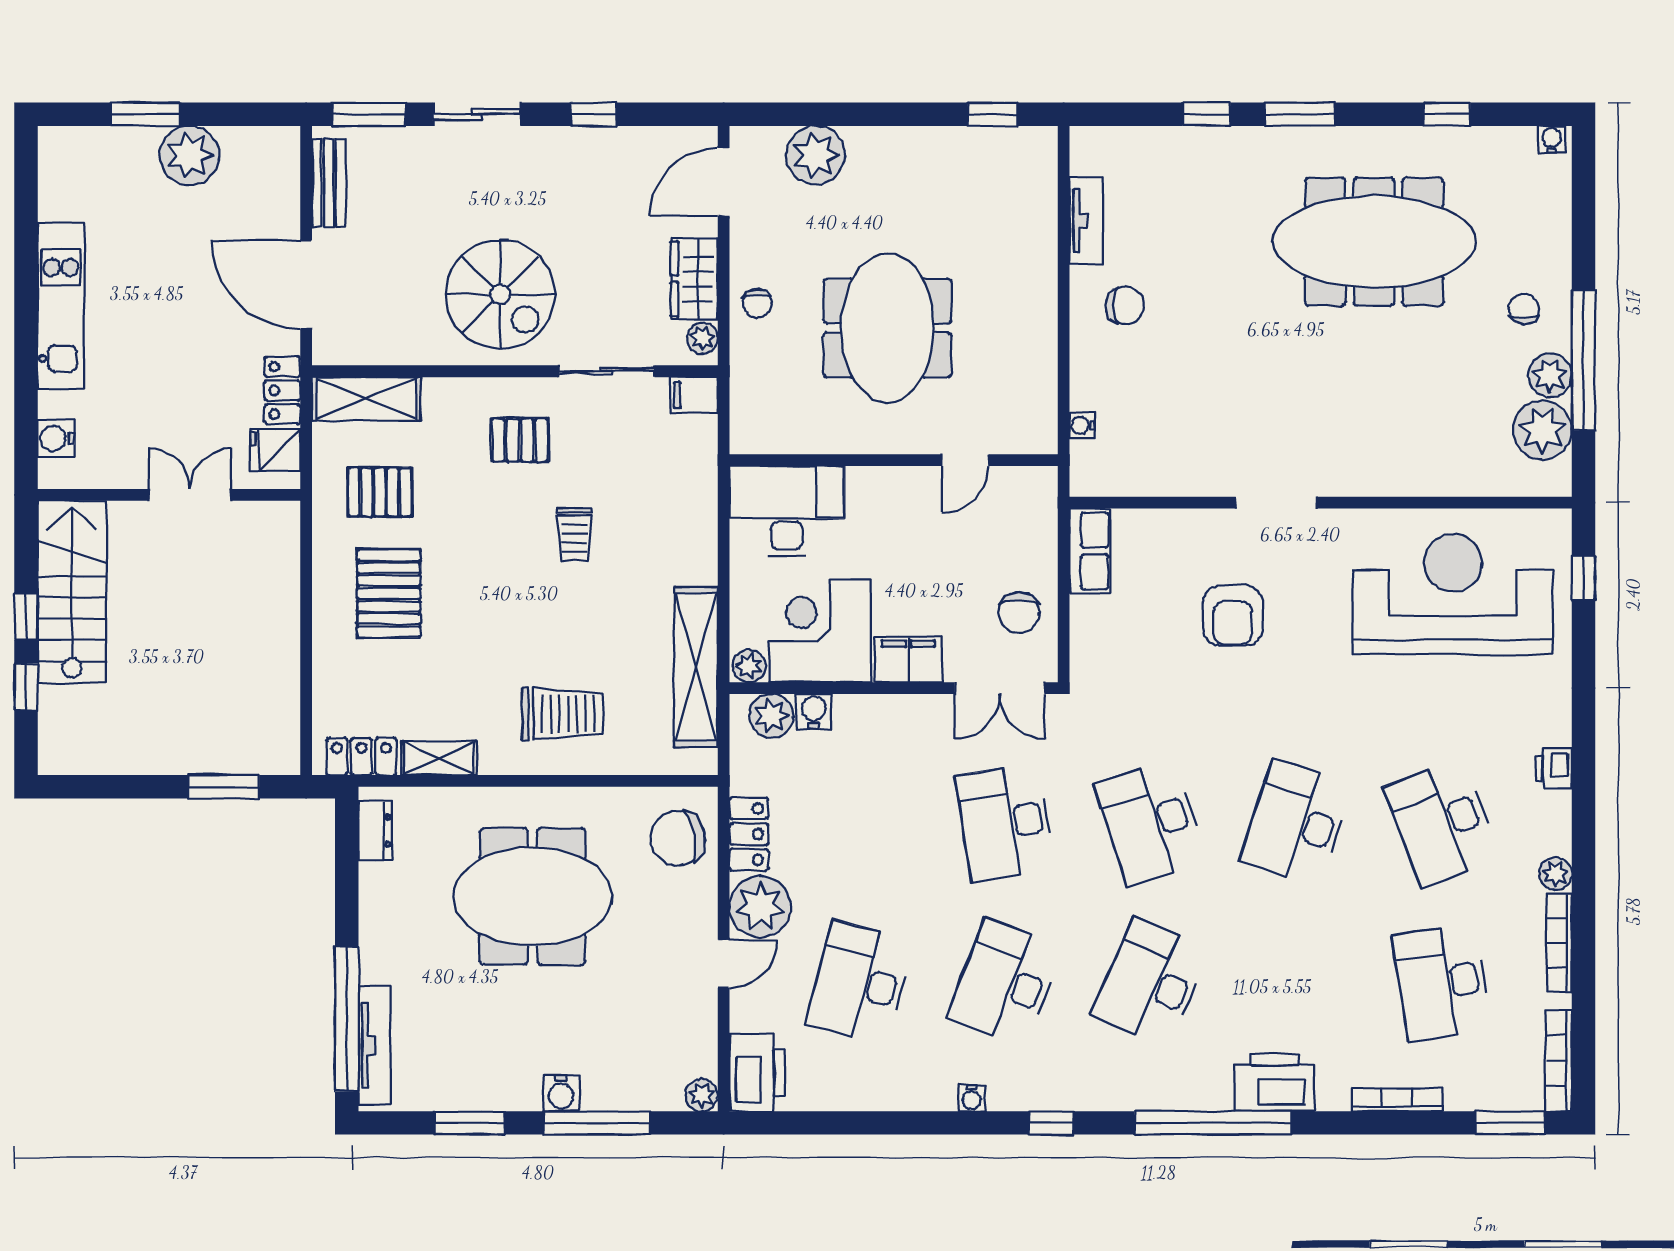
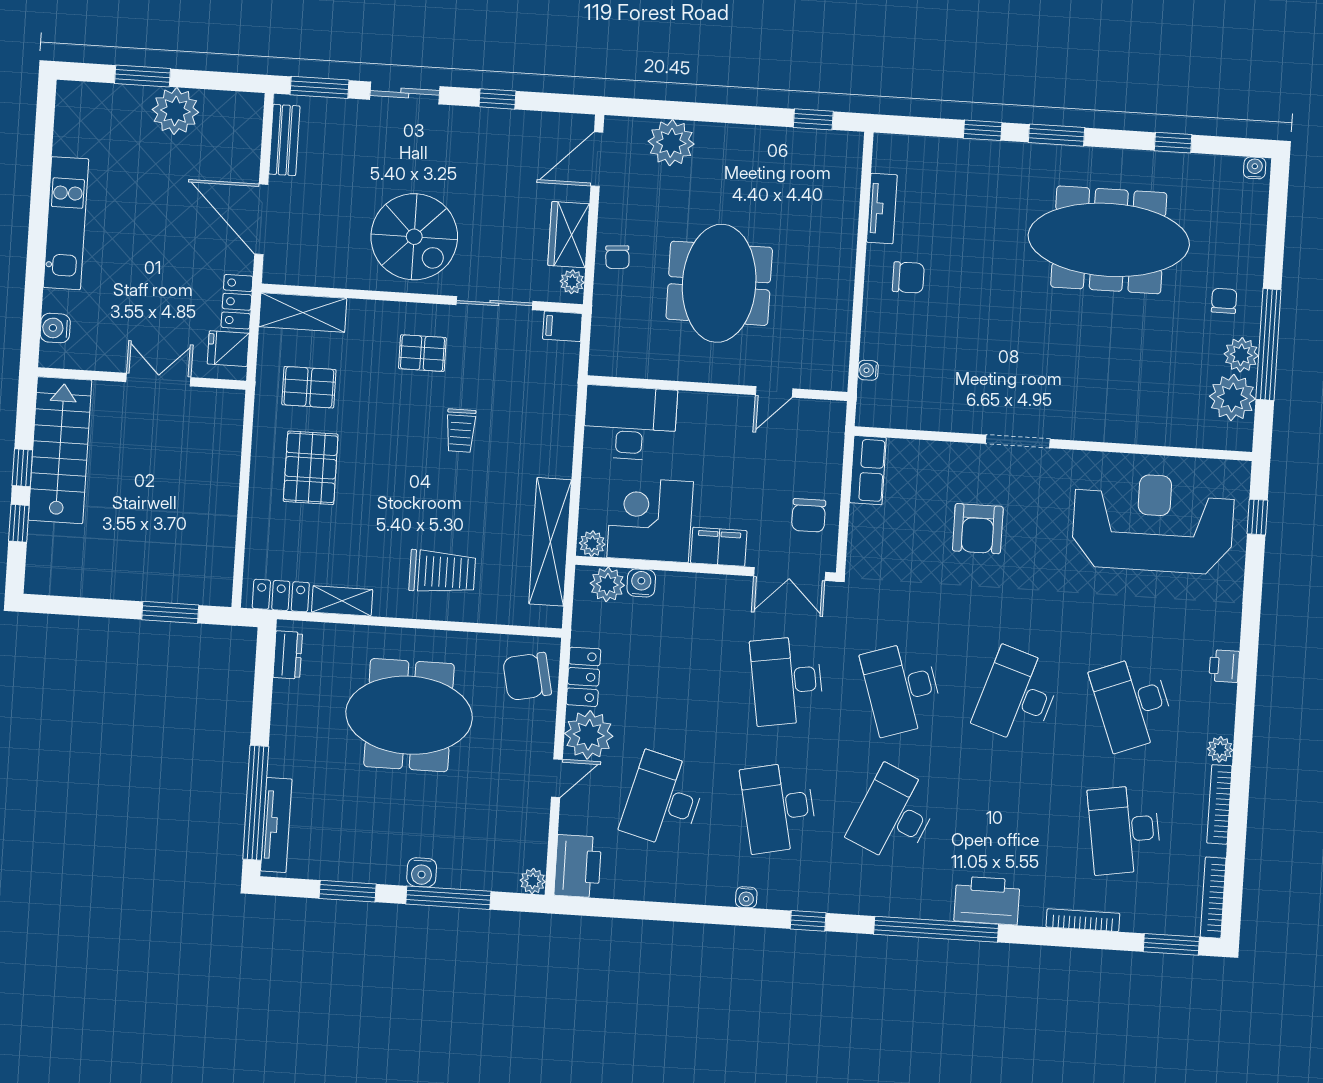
desk: (1005, 983) -> (779, 807), turned -33

